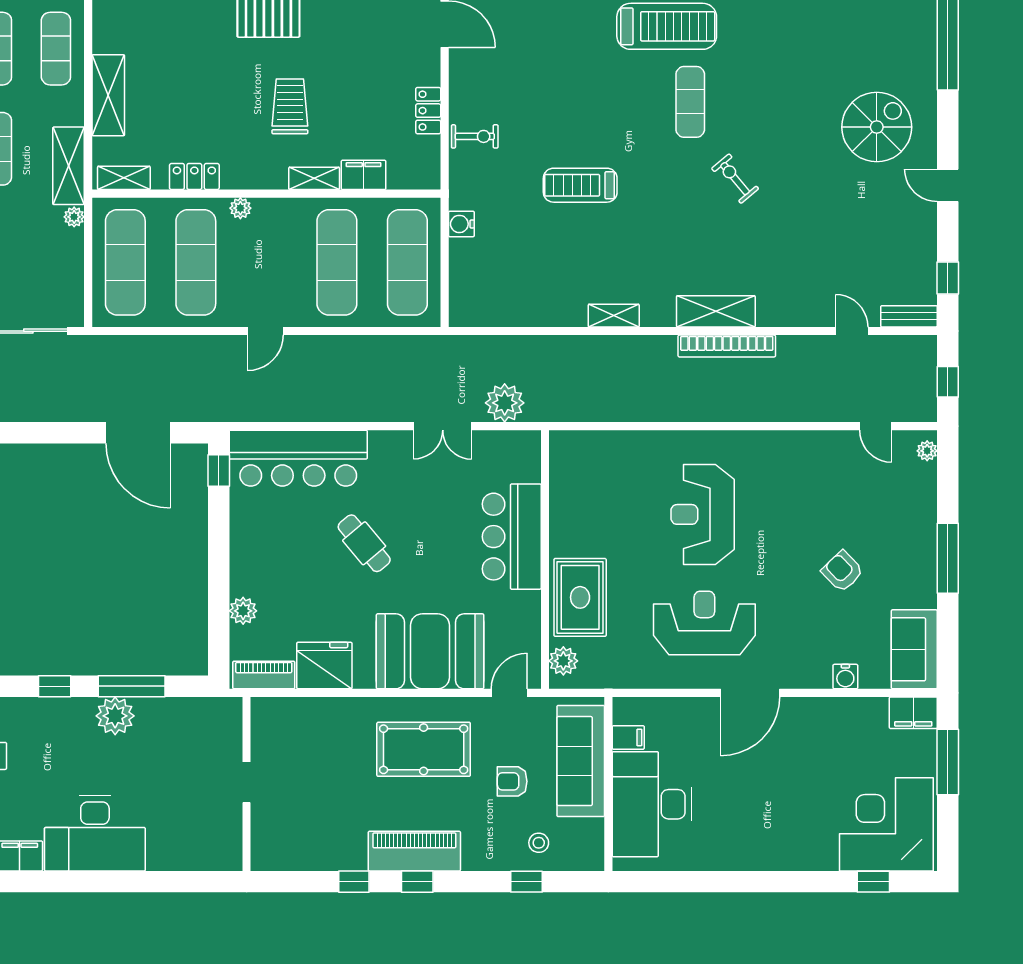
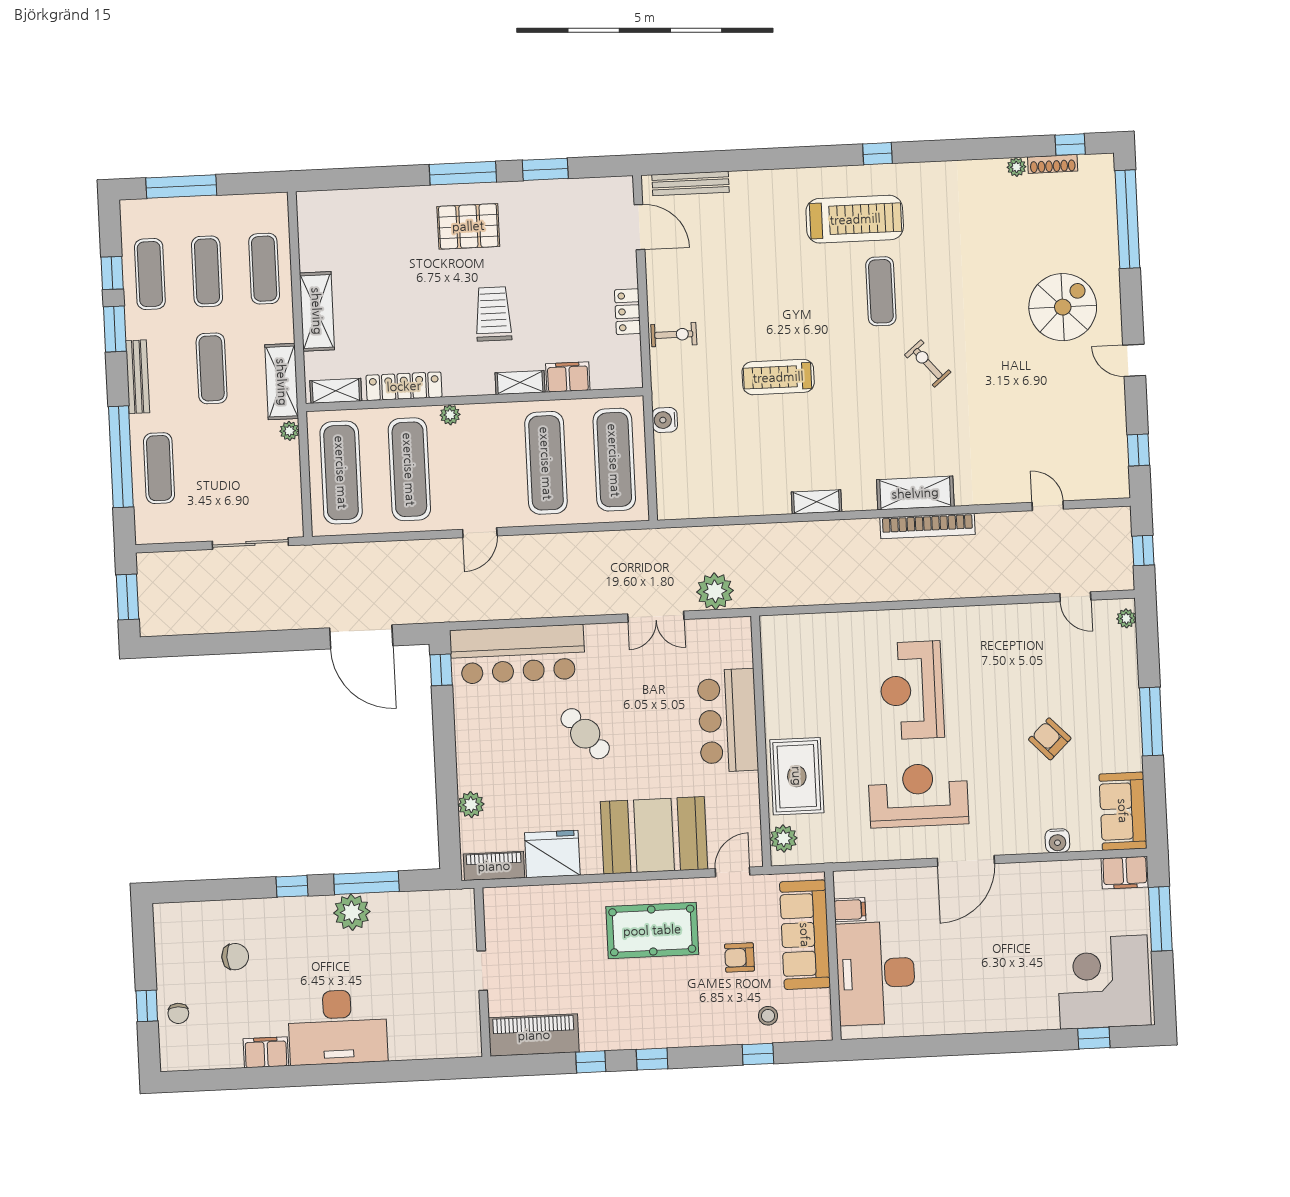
locker: (194, 177) -> (404, 386), width x1.53
bench: (909, 316) -> (1103, 489), removed
piano: (414, 851) -> (534, 1035), moved

